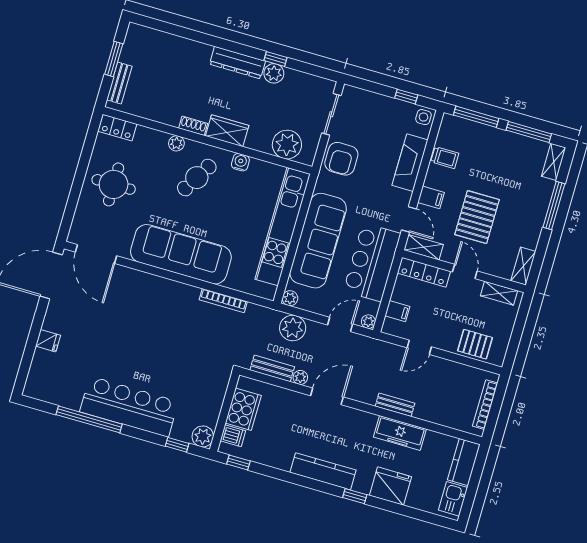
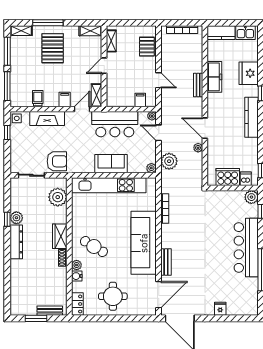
water cooler: (240, 162) -> (77, 276), moved
pallet: (477, 217) -> (53, 48), moved, turned 90
sofa: (318, 241) -> (111, 164), width x0.54, depth x0.79
locker: (424, 272) -> (112, 91), removed
bench: (272, 368) -> (166, 262), moved

